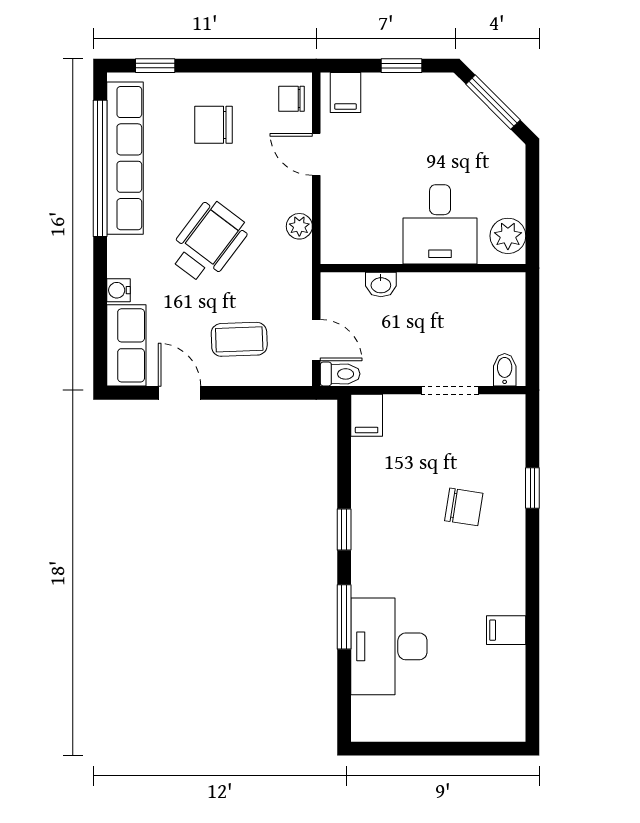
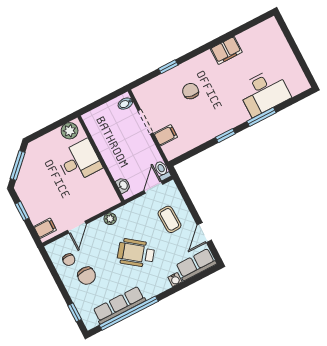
chair: (291, 99) -> (69, 260), moved
row of seats: (125, 158) -> (119, 305), width x0.73
washbasin: (381, 285) -> (123, 185), moved
filing cabinet: (367, 415) -> (166, 135), moved
filing cabinet: (506, 630) -> (226, 50), width x2.00

